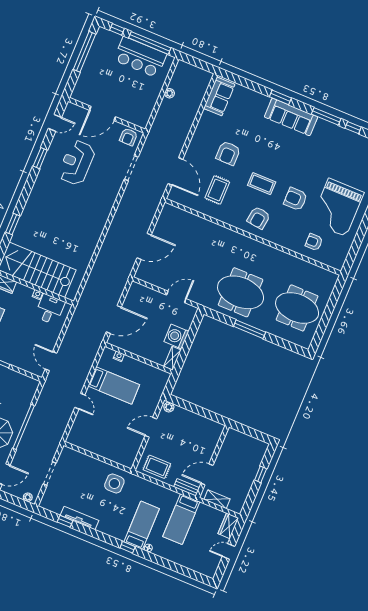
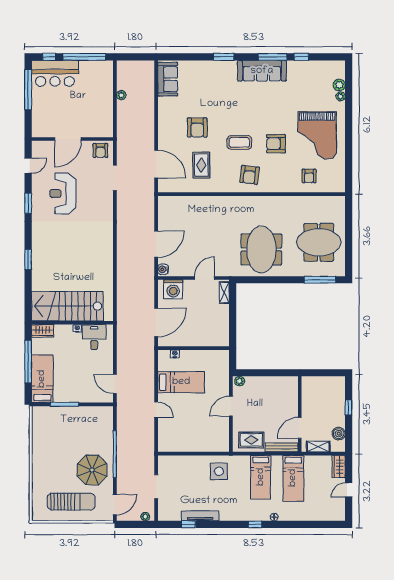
bar counter: (140, 57) -> (55, 73), moved
sofa: (291, 117) -> (262, 71), moved
window: (13, 224) -> (28, 260), moved
armchair: (314, 242) -> (309, 176), turned -90
water cooler: (141, 273) -> (163, 269), added
meeting table: (241, 292) -> (261, 249), turned 90
window: (250, 329) -> (320, 280), moved
washing machine: (176, 336) -> (173, 289), moved, turned -90
shelving: (172, 358) -> (224, 293), moved
bench: (187, 487) -> (282, 447), width x1.36
boiler: (241, 495) -> (339, 434), added
bed: (142, 525) -> (261, 477), moved, turned 180

